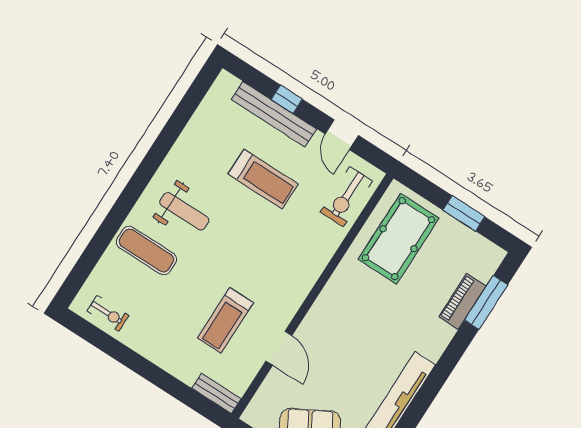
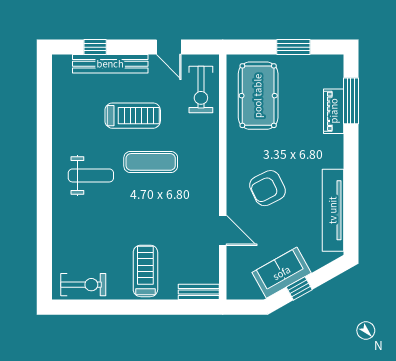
window: (287, 99) -> (95, 47), moved
exercise mat: (146, 251) -> (151, 162), moved
exercise bike: (108, 313) -> (83, 285), width x1.38, depth x1.39
treadmill: (225, 320) -> (145, 271), moved, turned 180
armchair: (349, 335) -> (268, 188), added

